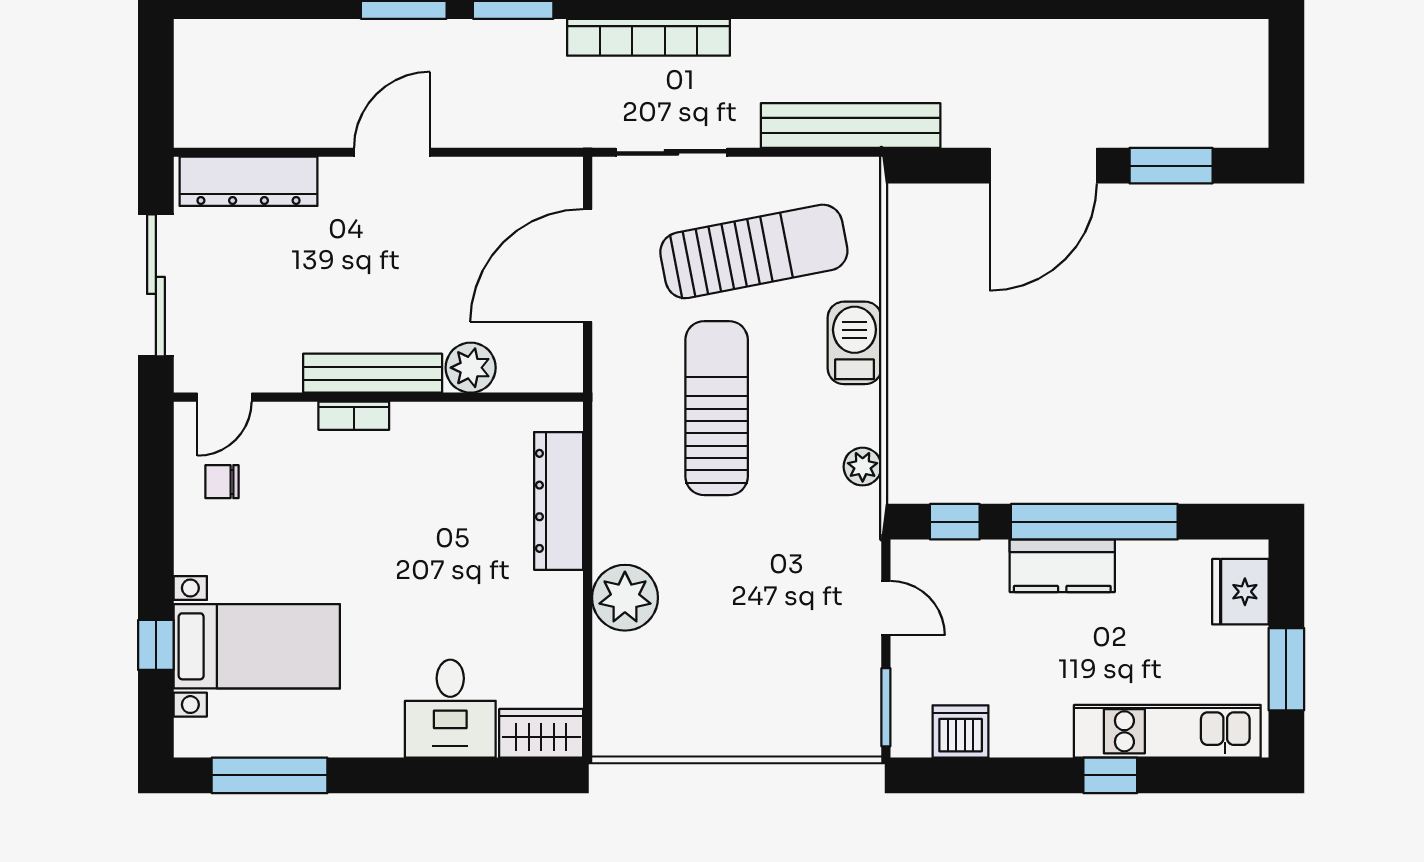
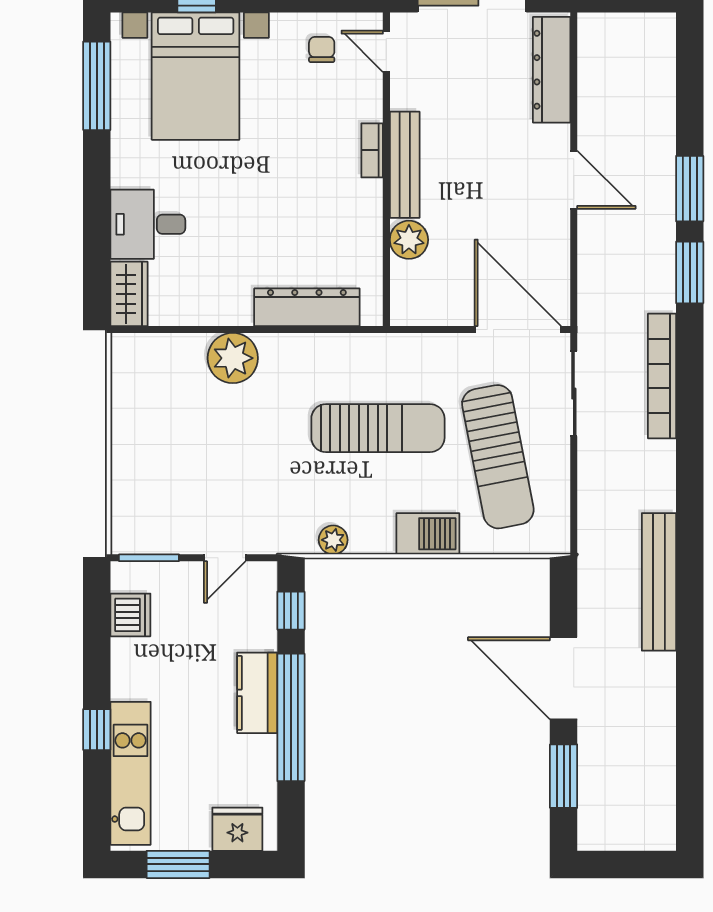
bench: (851, 125) -> (659, 582), moved
door: (588, 266) -> (518, 329), moved
bed with nightstands: (257, 646) -> (196, 76), width x1.36

